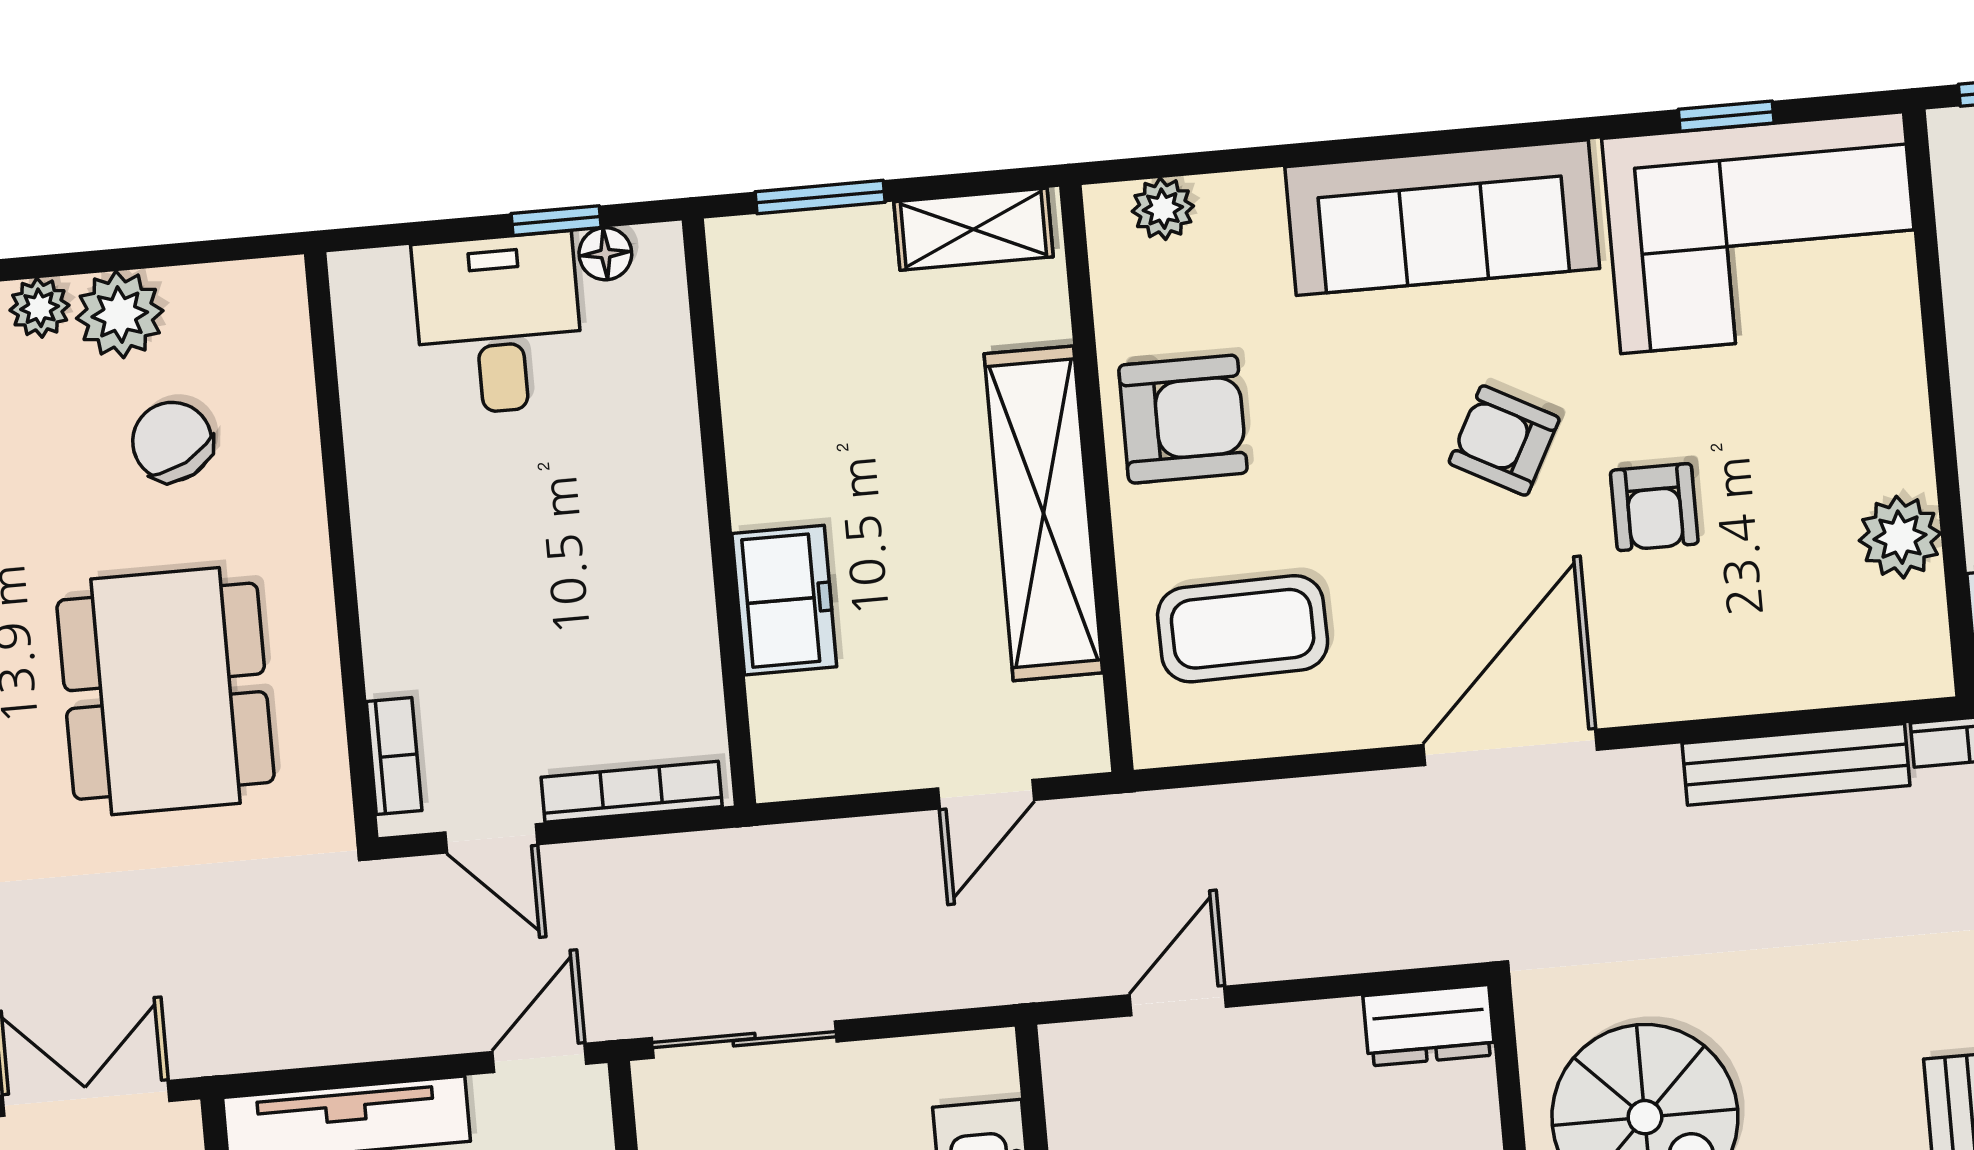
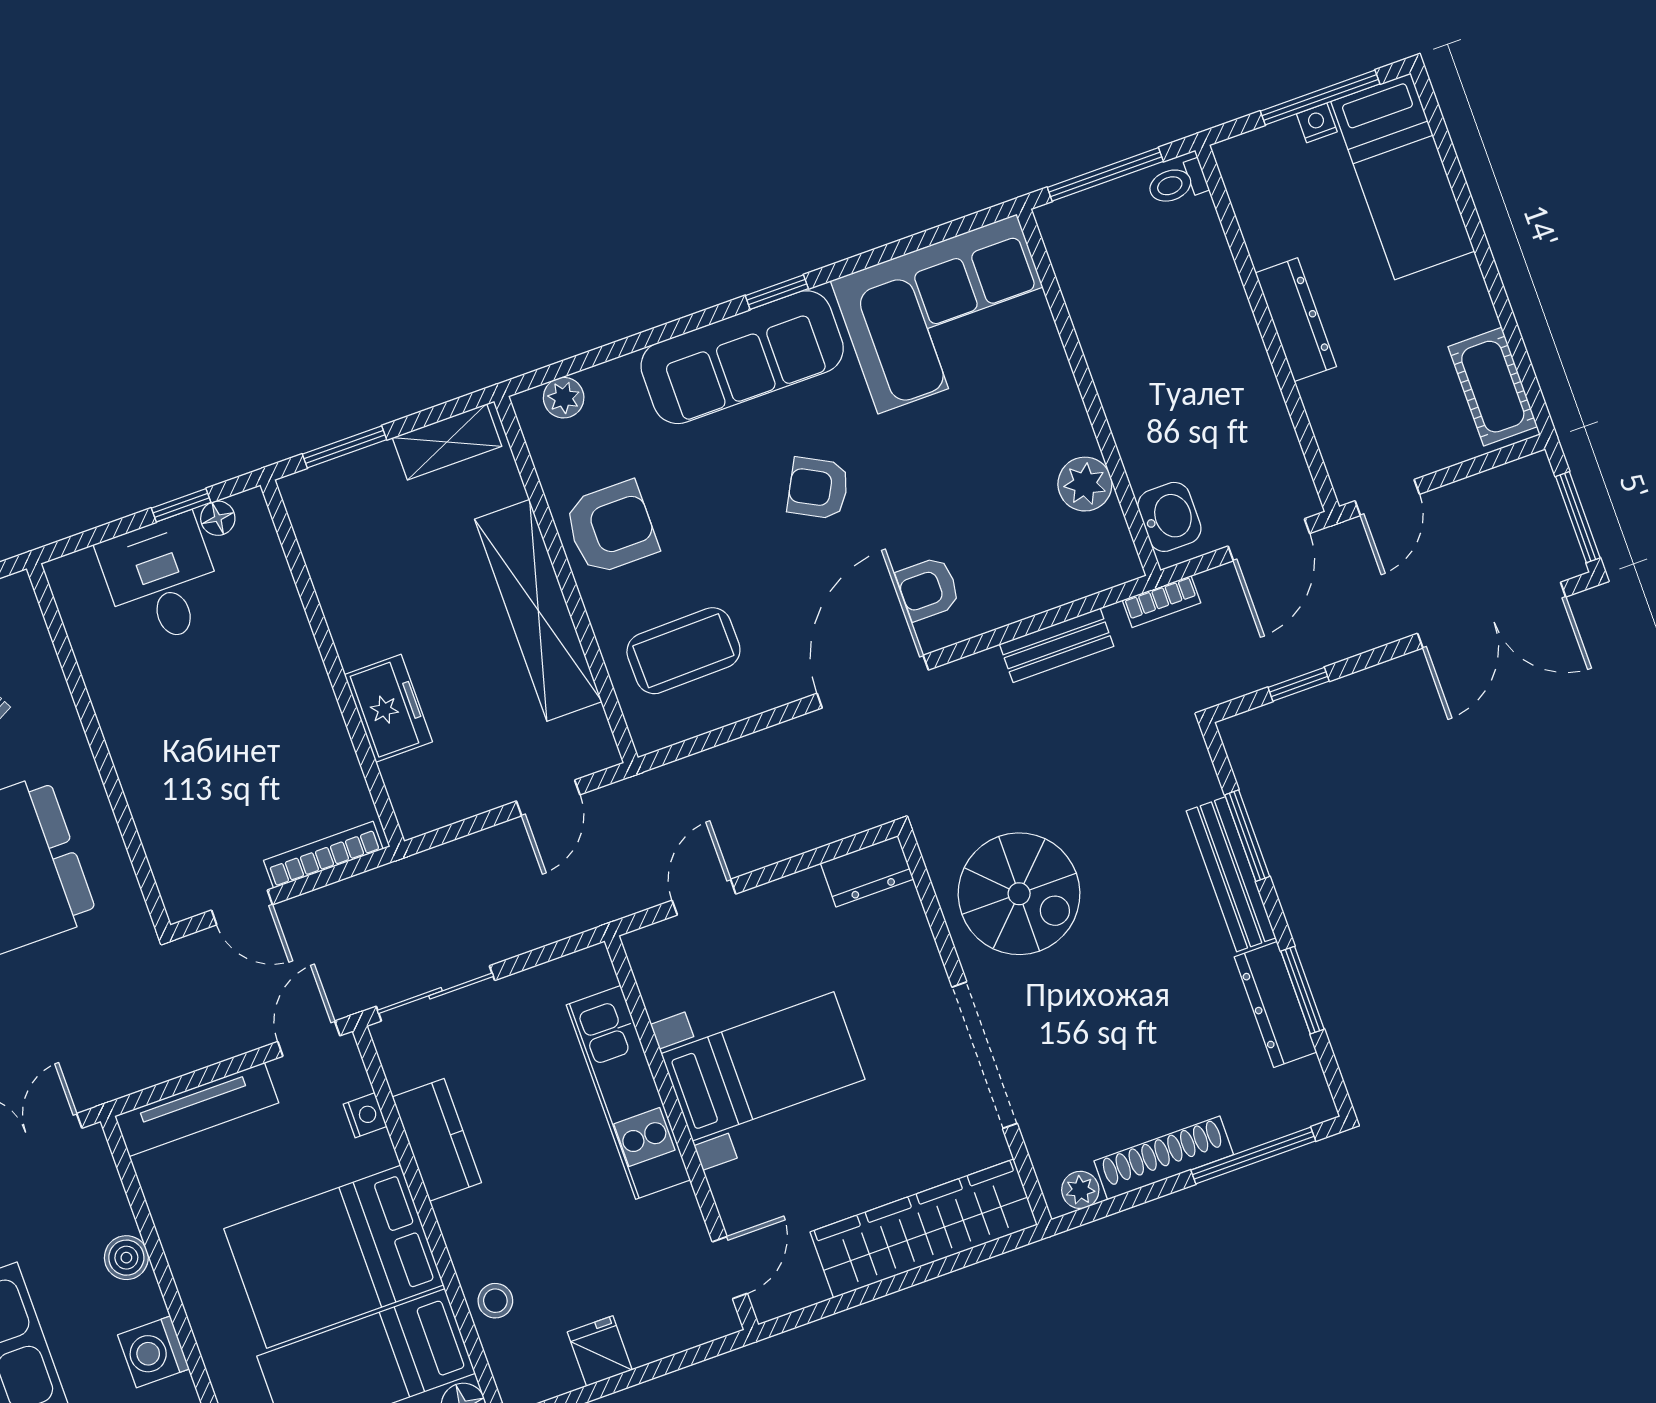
window: (1726, 116) -> (777, 292), moved
armchair: (1654, 507) -> (928, 589), moved, turned 90
bookcase: (394, 756) -> (167, 871), removed
bench: (1796, 764) -> (1057, 645), width x0.73

